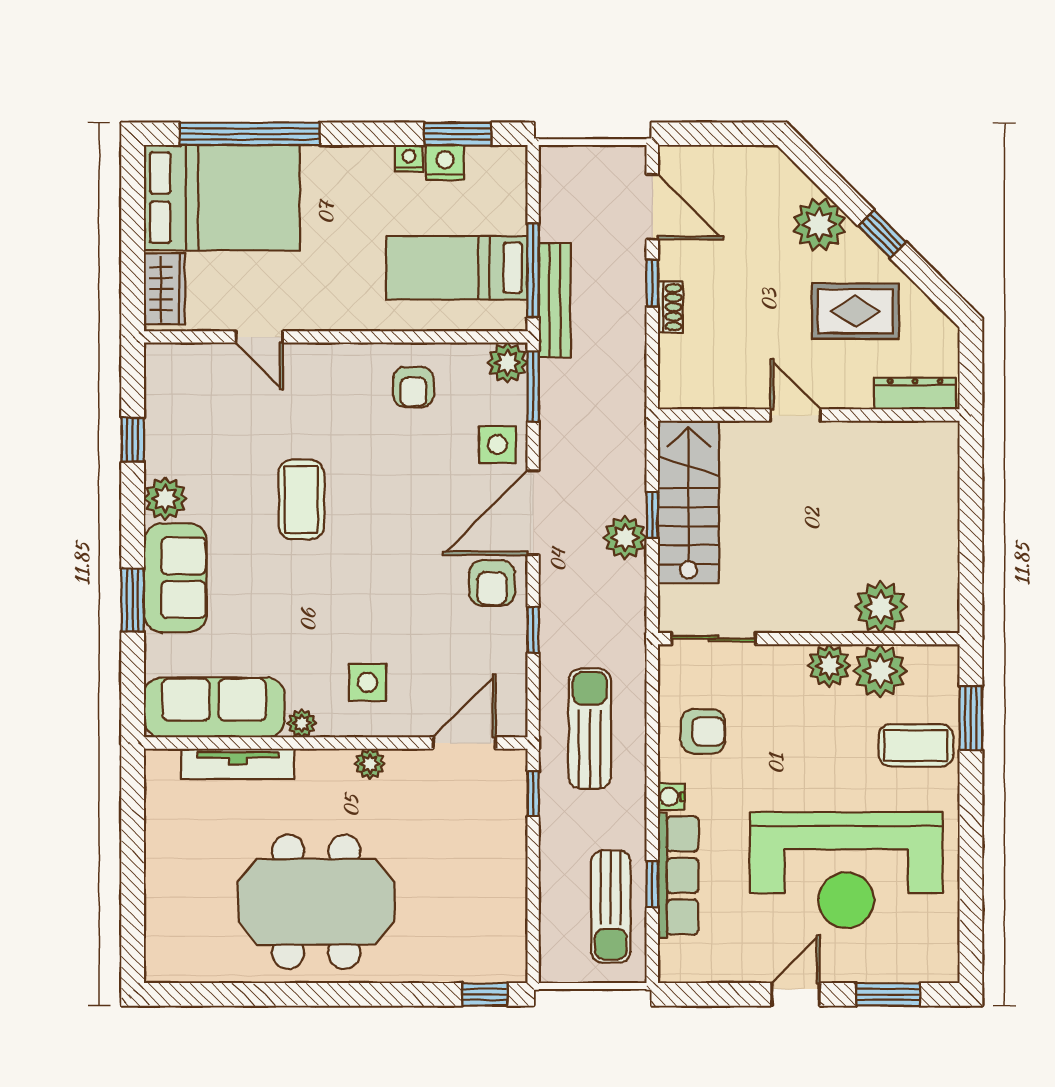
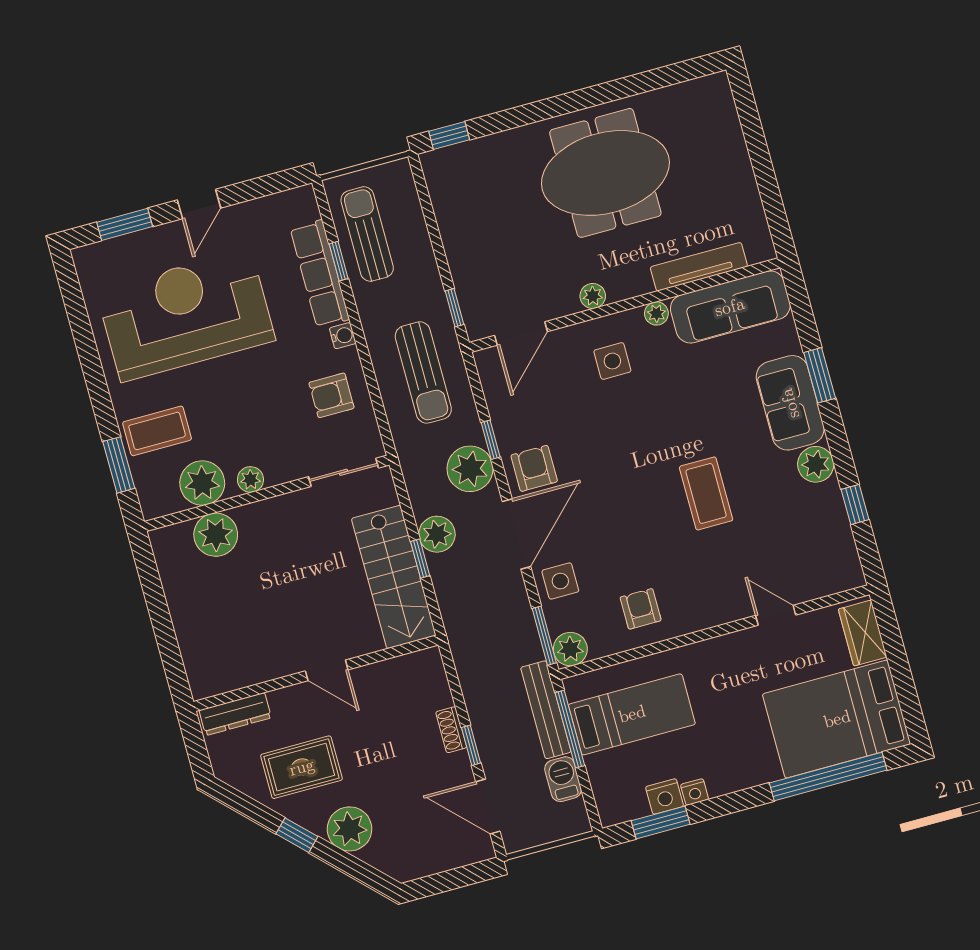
barbecue: (557, 215) -> (563, 779), added
plant: (566, 603) -> (470, 469), added
plant: (829, 666) -> (250, 479), width x0.73, depth x0.73

